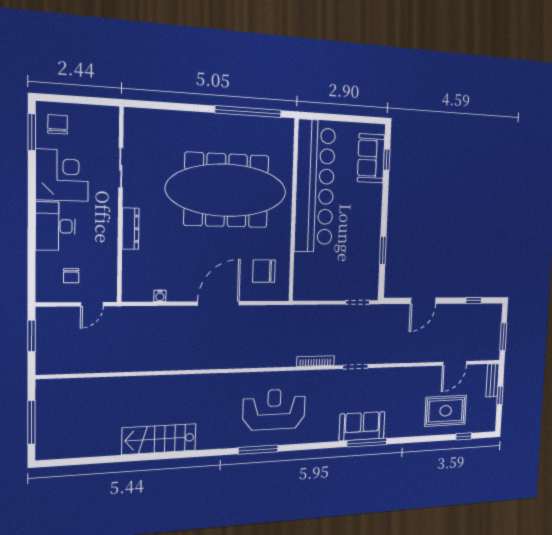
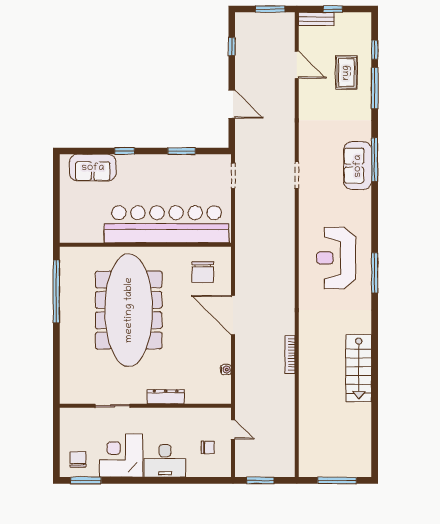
chair: (58, 124) -> (78, 459), turned 90
window: (387, 160) -> (125, 151), moved
bar counter: (315, 186) -> (167, 224), moved
bookcase: (315, 361) -> (290, 355), moved
rug: (446, 411) -> (346, 73), width x0.73, depth x0.70
window: (431, 438) -> (375, 88), added

